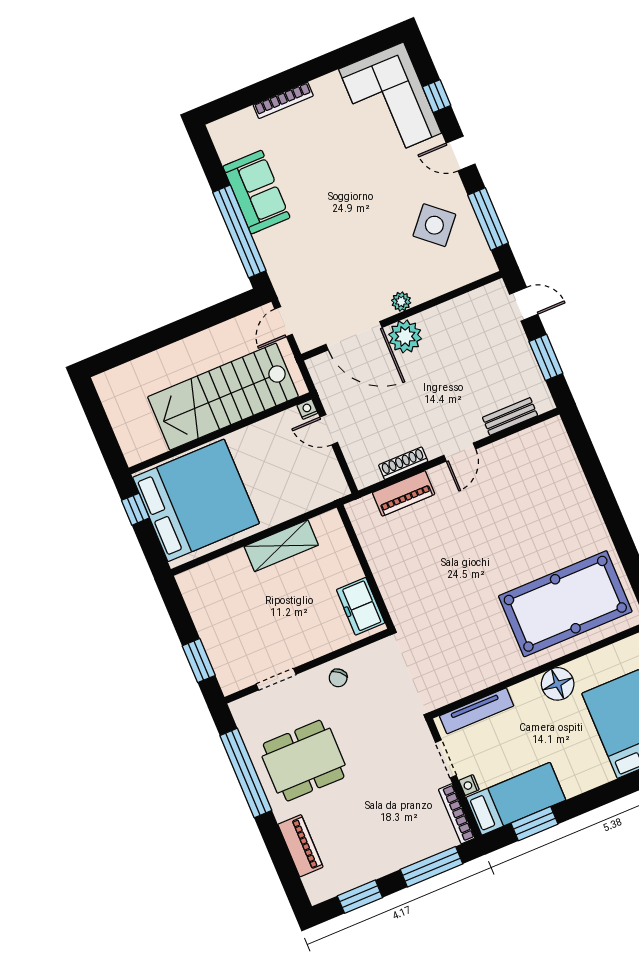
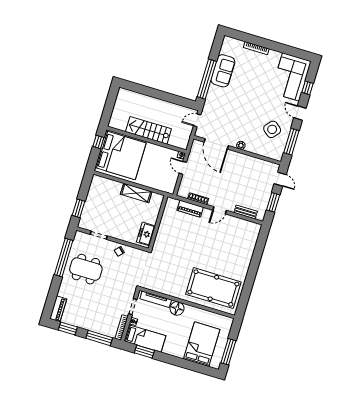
plant: (405, 336) -> (233, 158), removed
stairs: (223, 397) -> (148, 130), width x0.73, depth x0.66
floor lamp: (558, 684) -> (177, 308), moved
piano: (300, 846) -> (58, 309), moved

